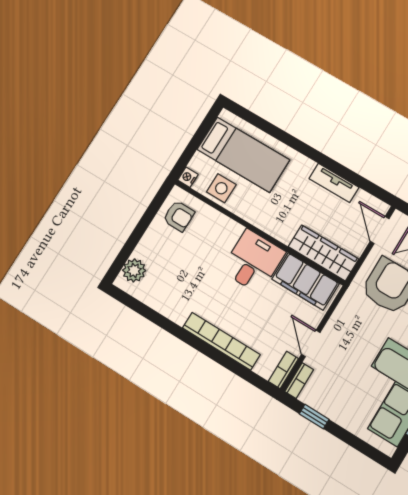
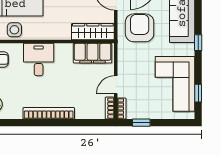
desk: (253, 261) -> (39, 60), moved
bookcase: (221, 341) -> (49, 113), moved
door: (311, 343) -> (116, 85), hinge flipped

